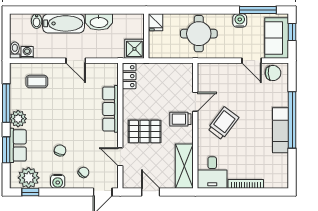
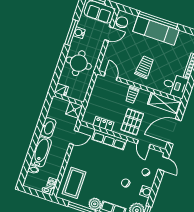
window: (258, 10) -> (71, 32), moved
door: (76, 61) -> (74, 138), moved
locker: (129, 76) -> (103, 124), moved
coffee table: (37, 82) -> (74, 183), width x1.86, depth x1.72
door: (195, 102) -> (111, 77), moved
trolley: (223, 123) -> (144, 67), turned 58
exam couch: (281, 130) -> (156, 31), width x1.36, depth x1.45
door: (120, 157) -> (144, 144), hinge flipped
door: (151, 192) -> (174, 132), width x1.87

